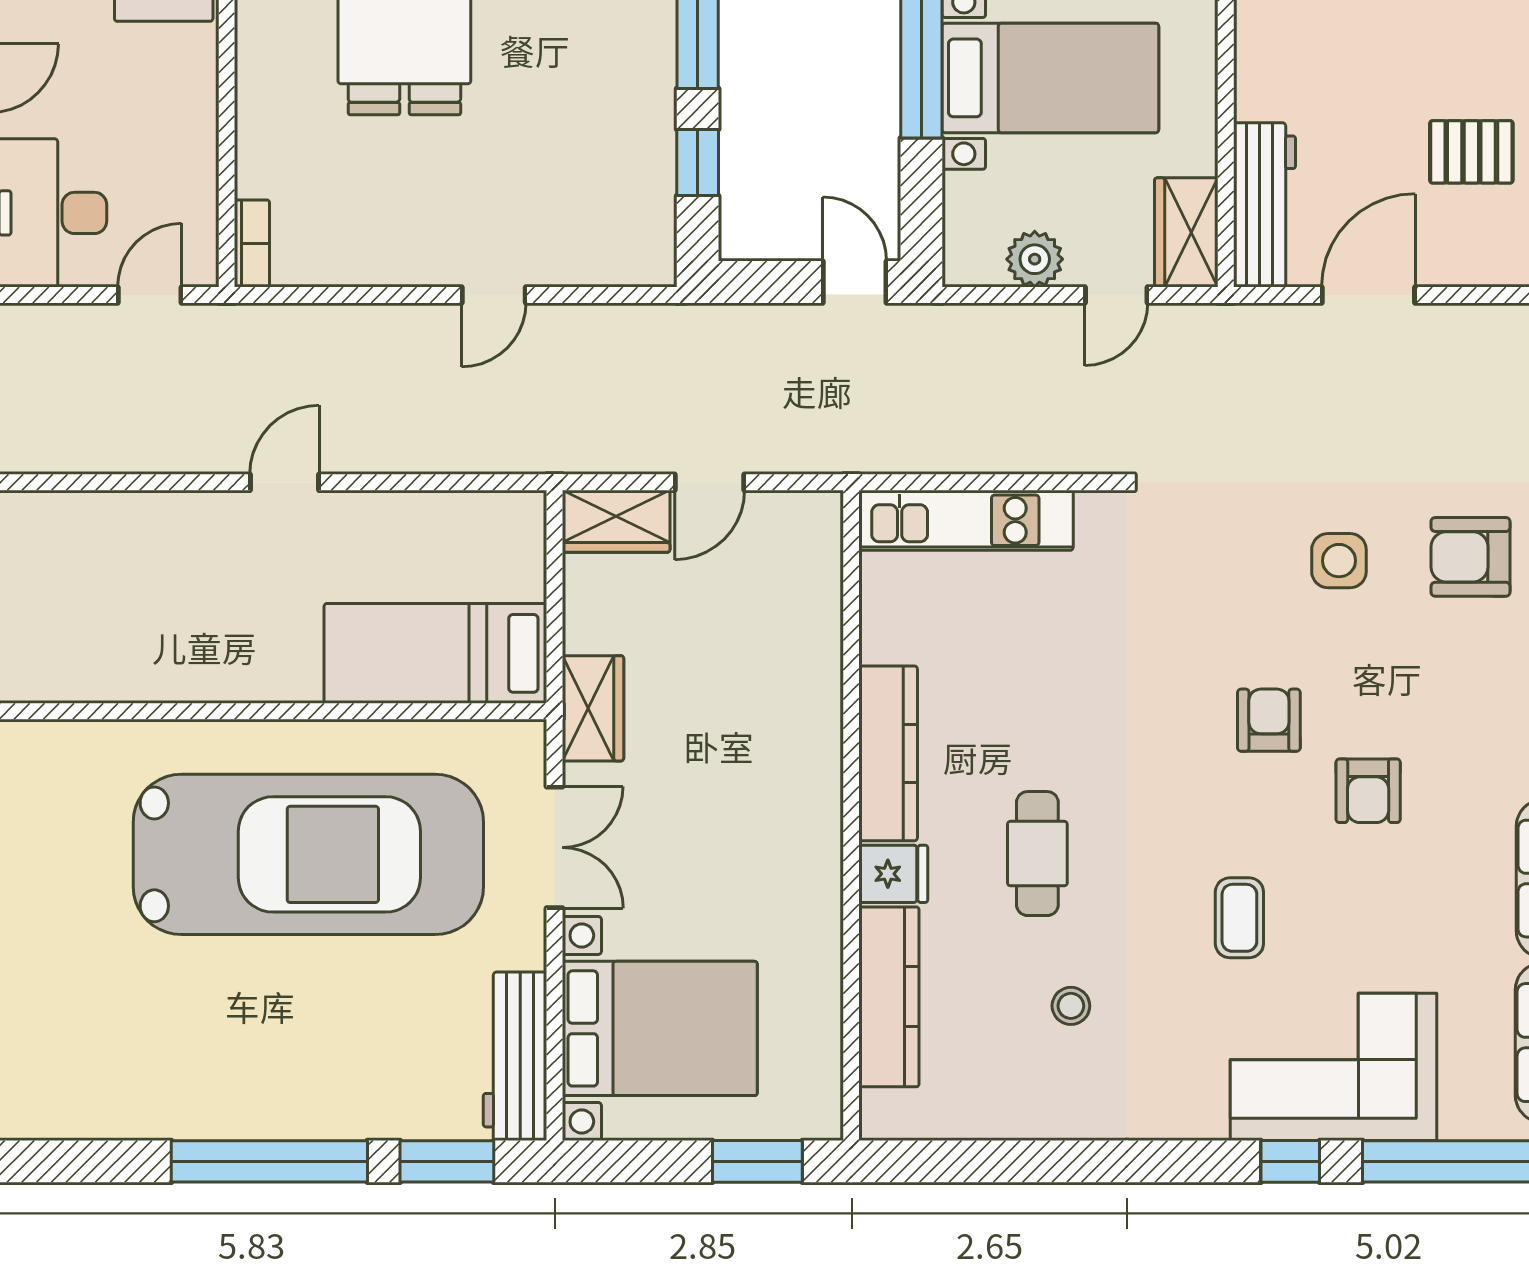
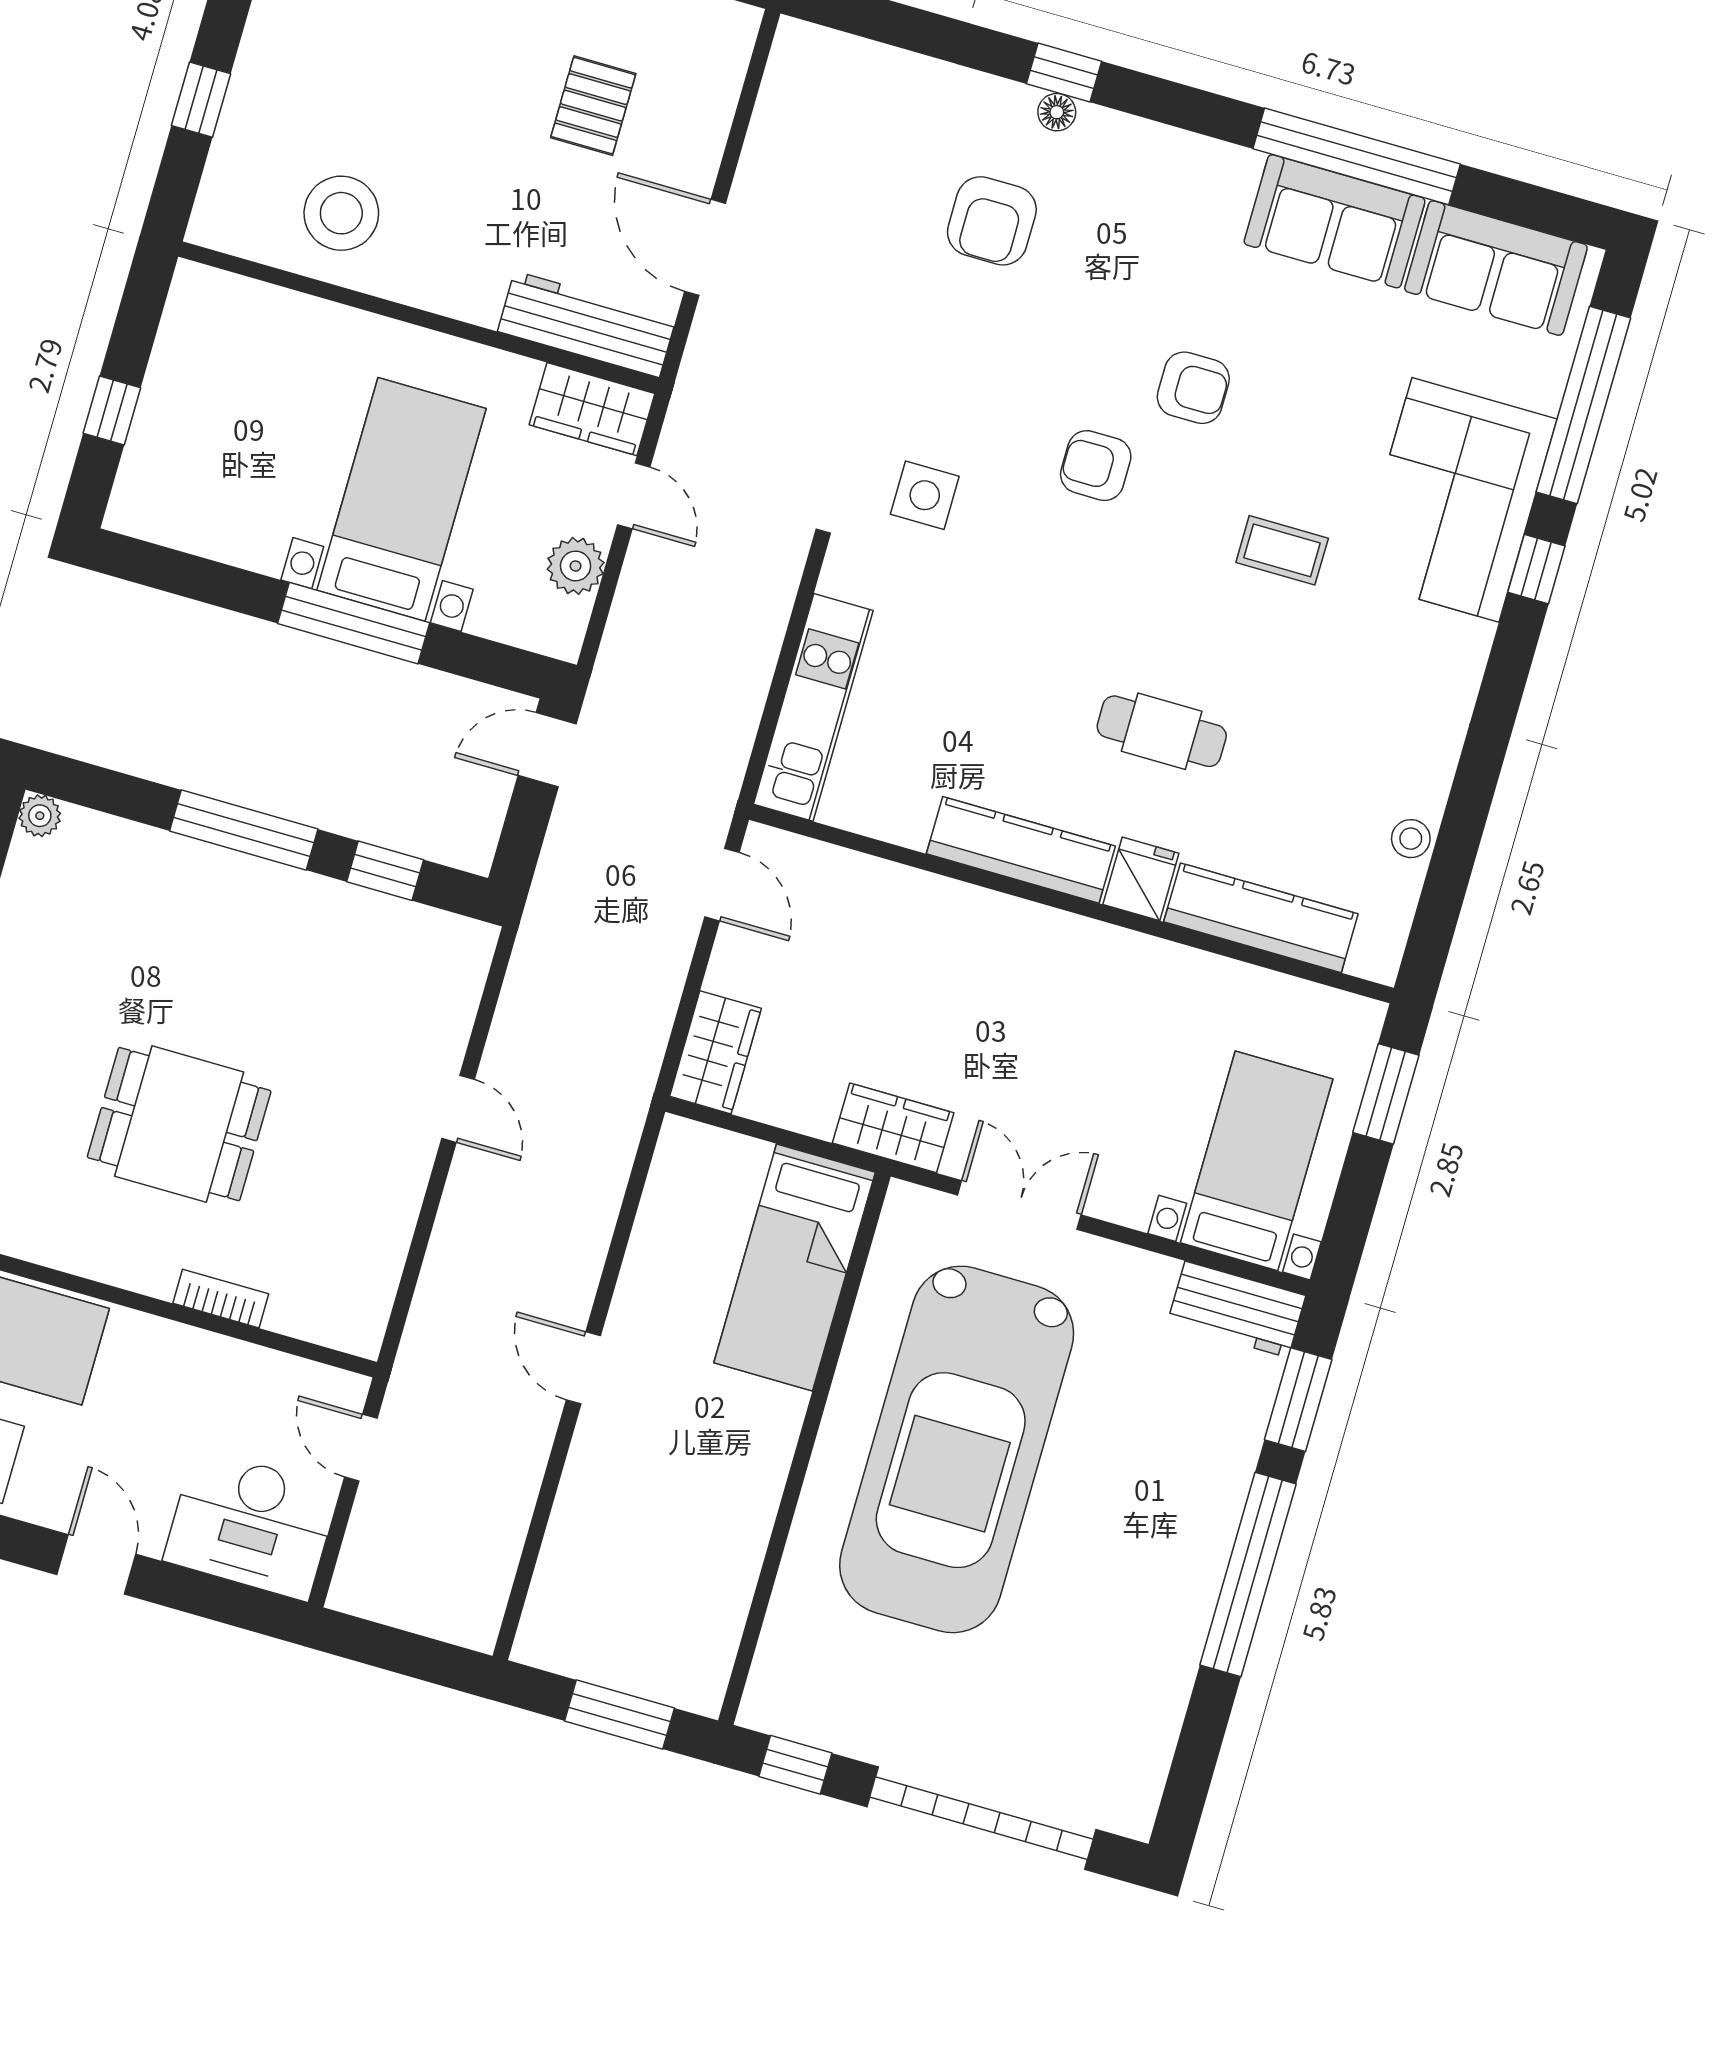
bookcase: (252, 243) -> (221, 1299), moved
door: (710, 482) -> (722, 885), moved
side table: (1339, 561) -> (925, 495), moved
car: (308, 854) -> (957, 1449), turned 180
stool: (1071, 1006) -> (1411, 839), moved
bed with nightstands: (660, 1028) -> (1257, 1161), width x0.73
workbench: (515, 1056) -> (1236, 1309), width x0.73

